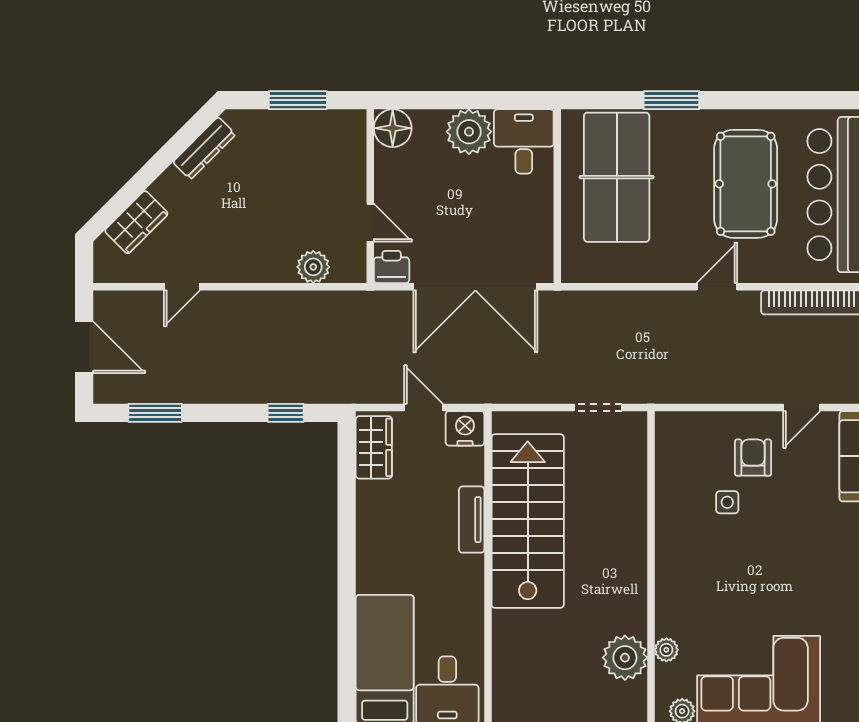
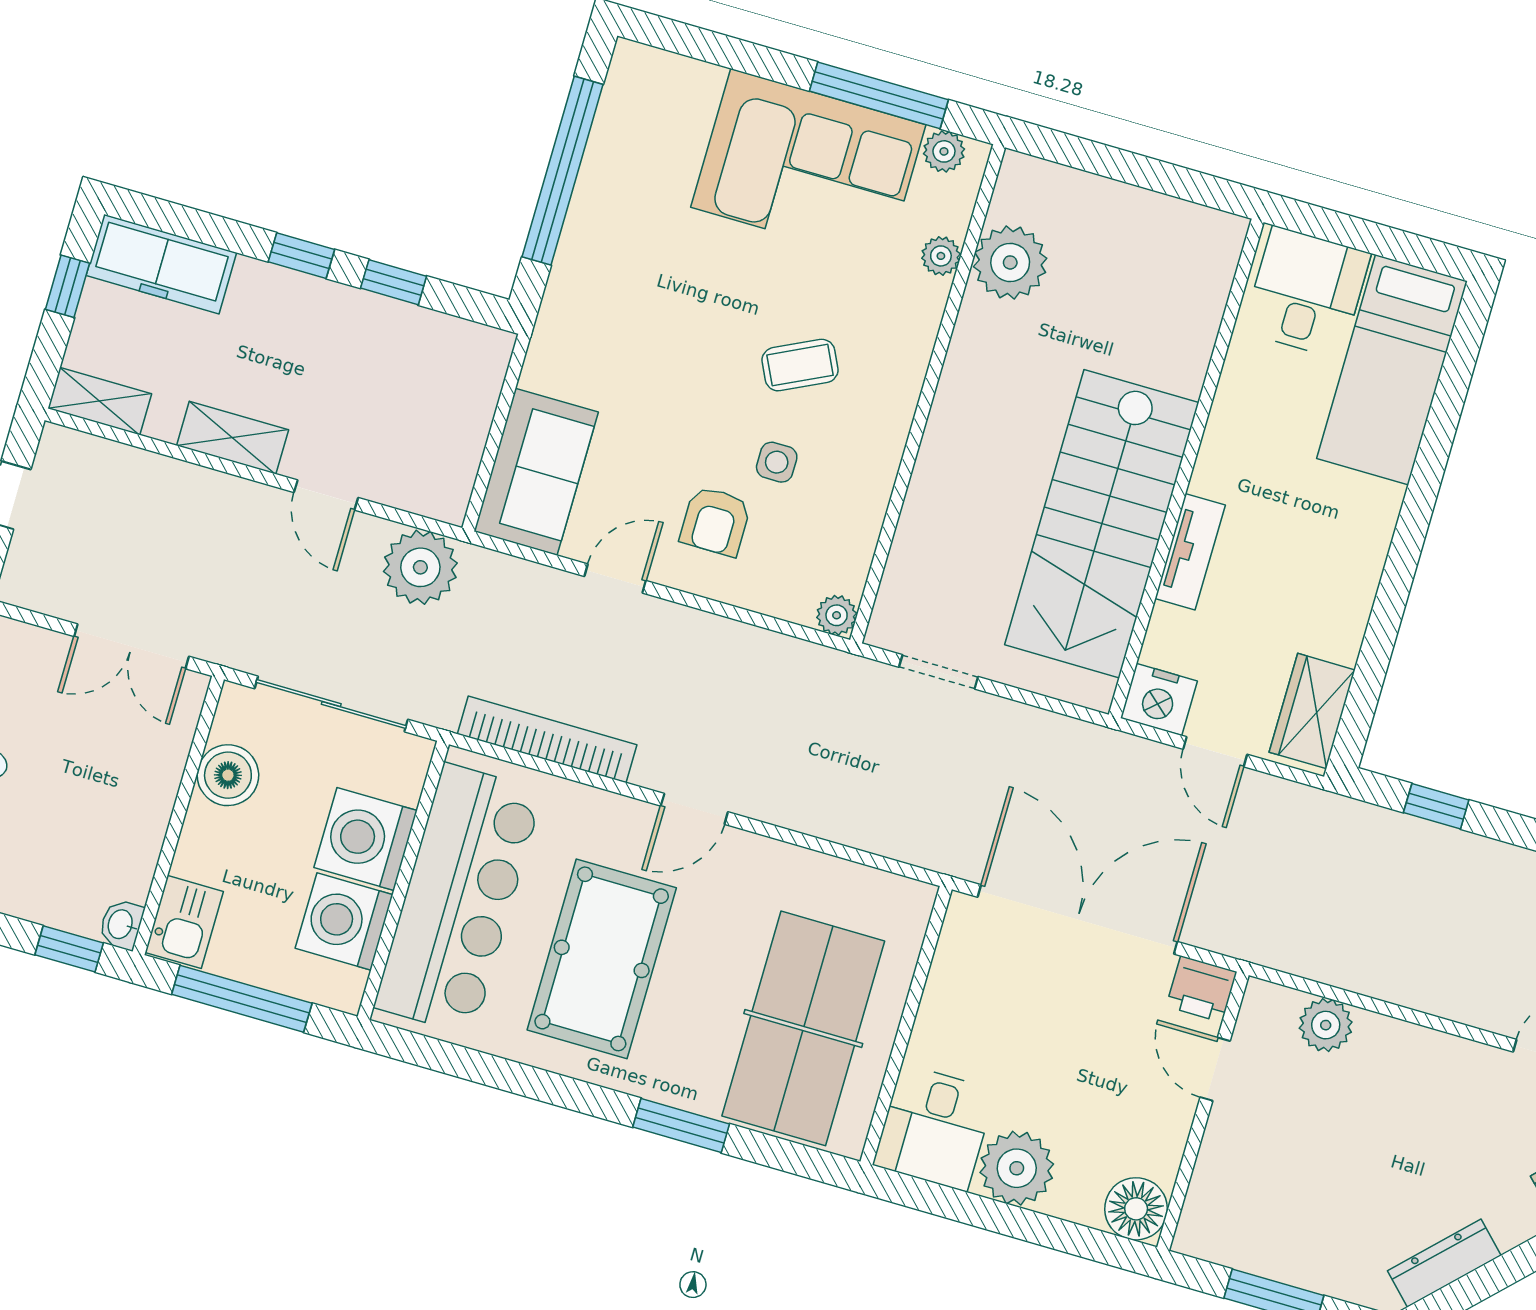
plant: (667, 423) -> (837, 615), added
coffee table: (730, 563) -> (800, 365), added

